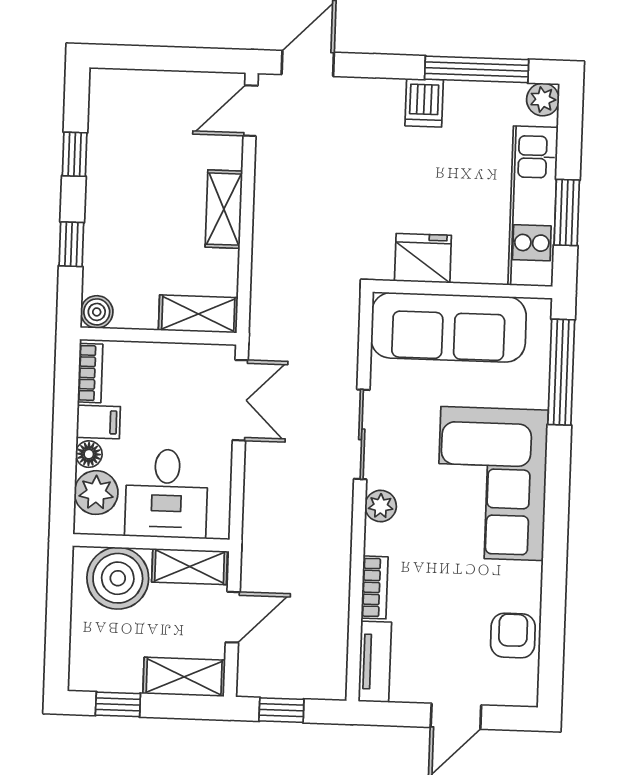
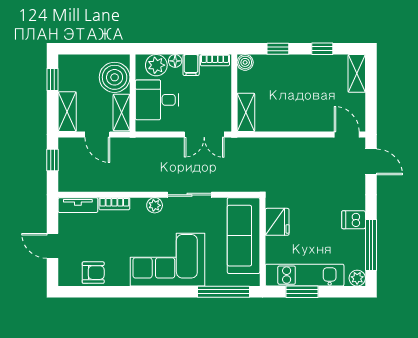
shelving: (224, 209) -> (357, 73), moved, turned 90

